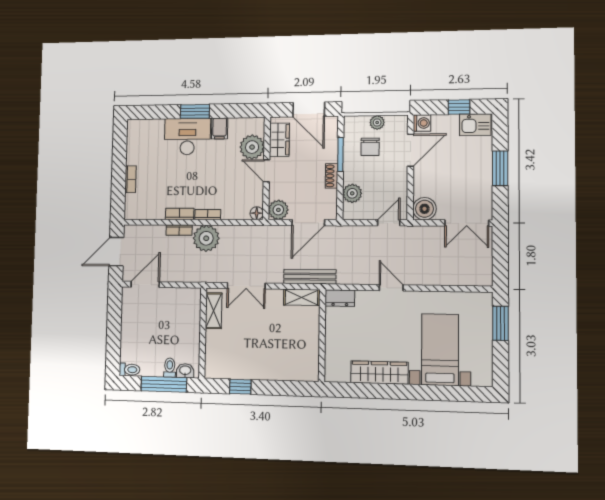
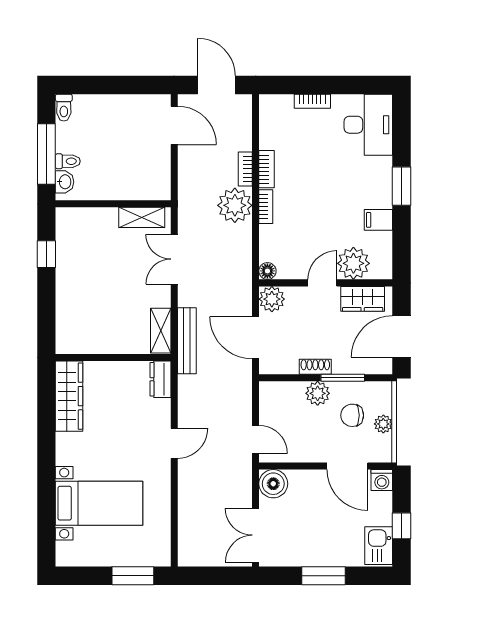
desk: (187, 137) -> (368, 125), moved
plant: (352, 193) -> (318, 393), moved
wardrobe: (379, 373) -> (69, 396), moved

